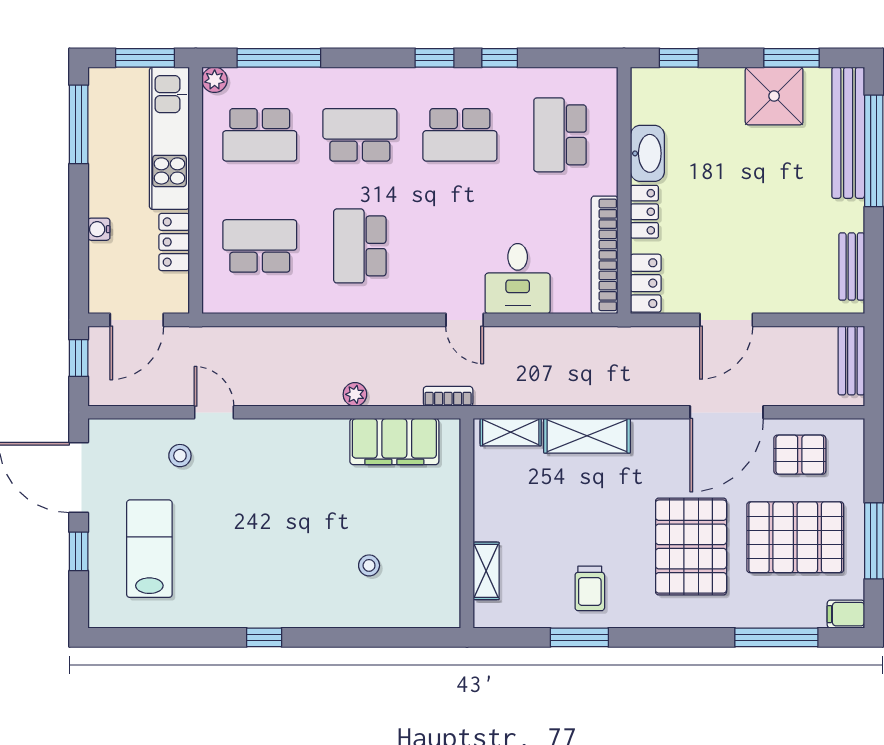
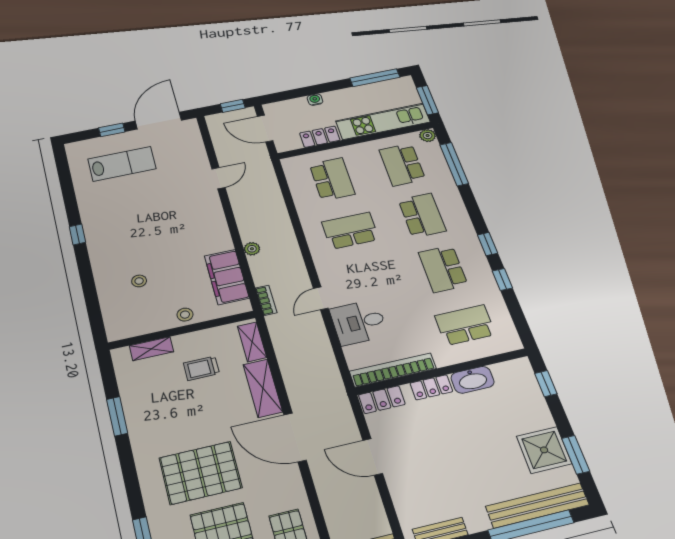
door: (727, 412) -> (295, 437), moved
stool: (180, 456) -> (185, 315), moved
trolley: (590, 588) -> (201, 368), moved

